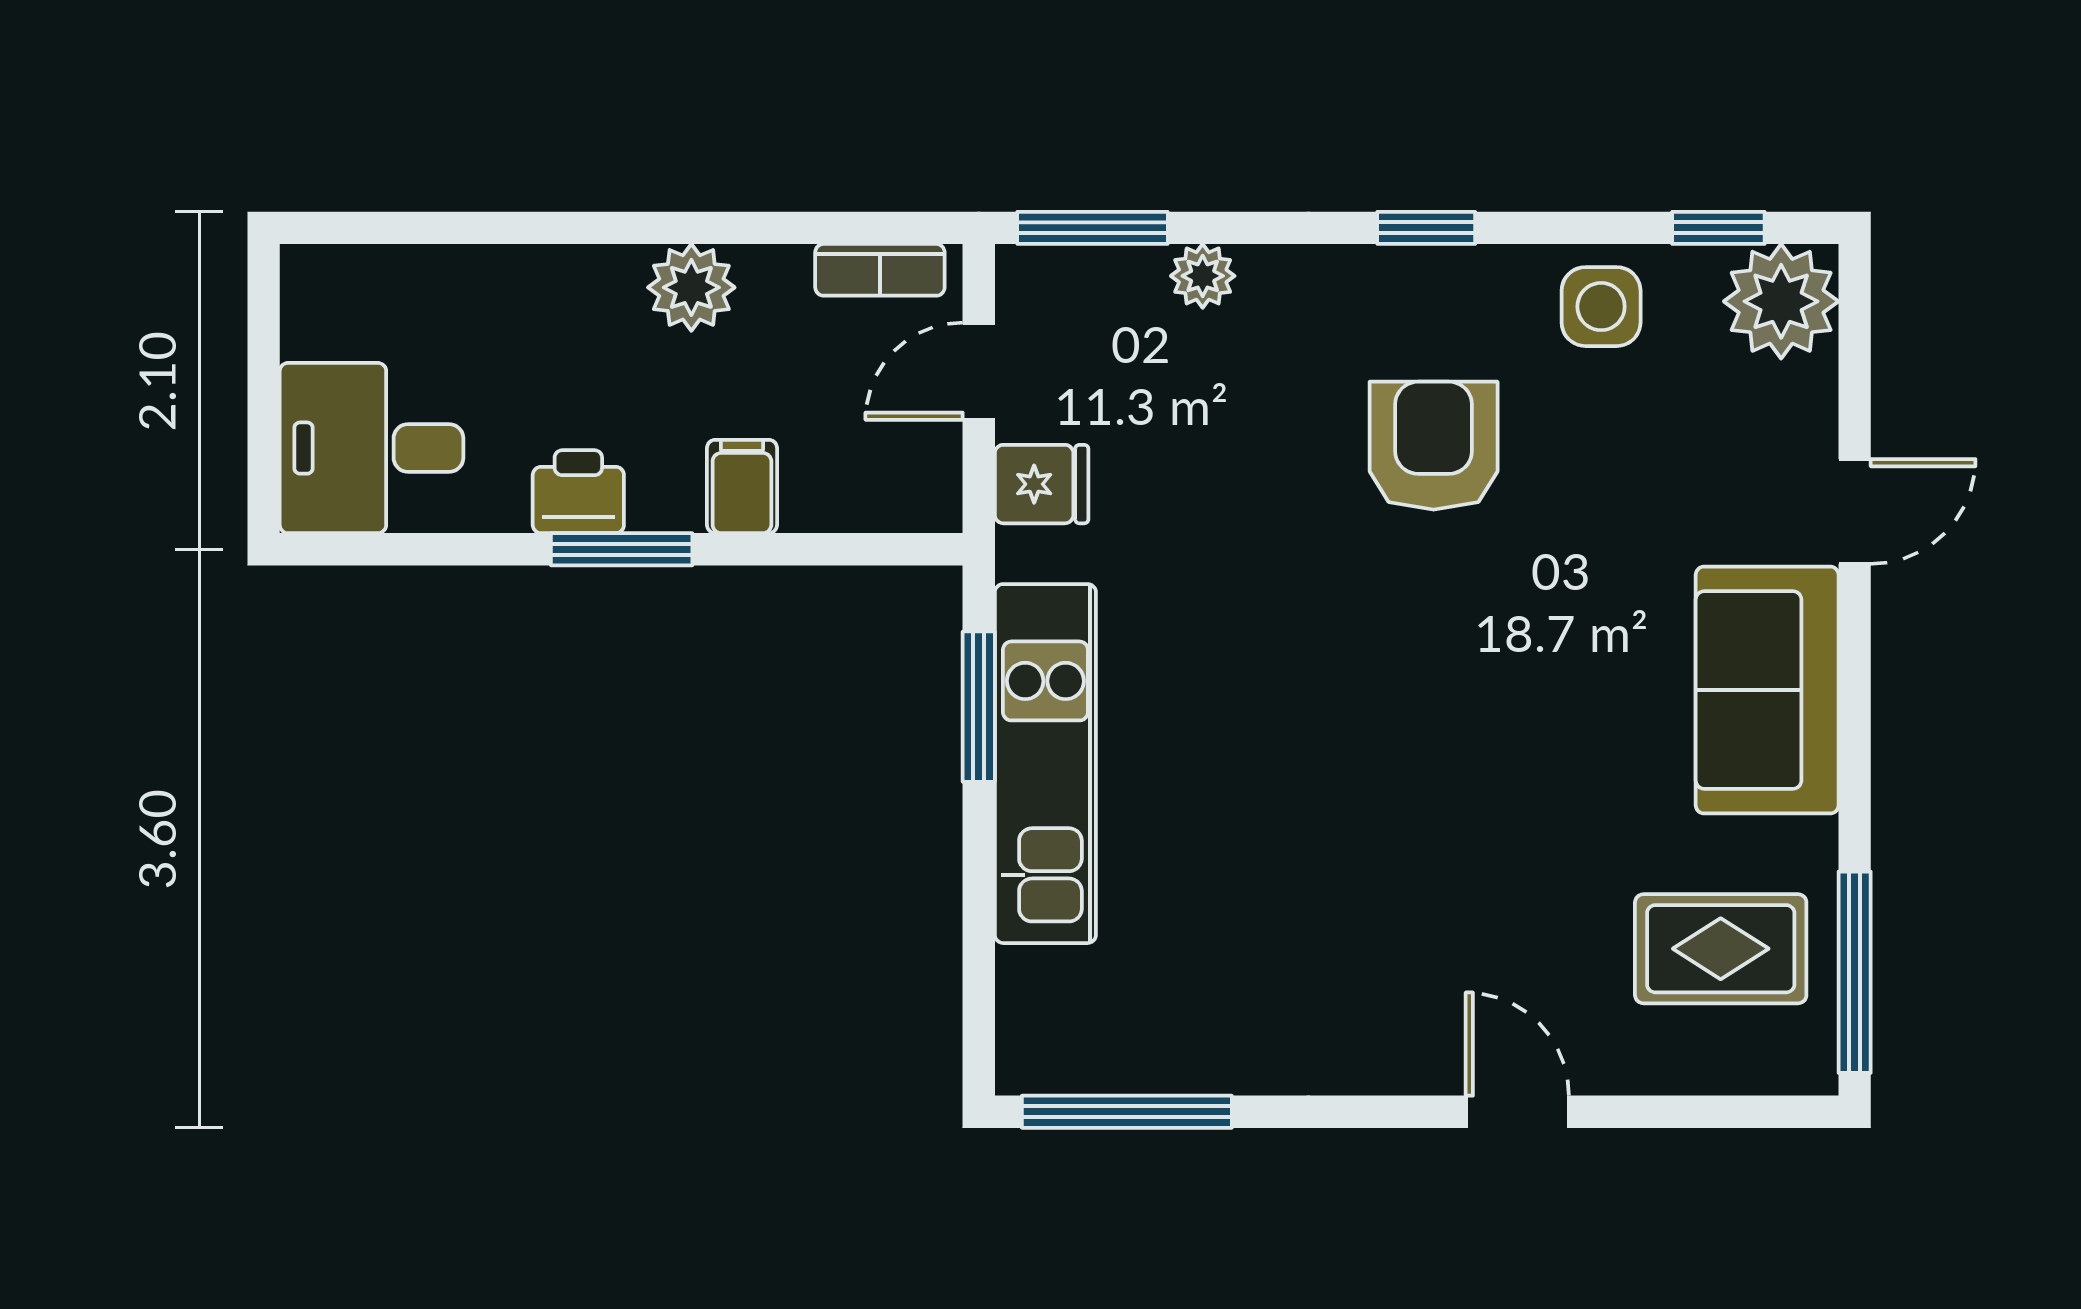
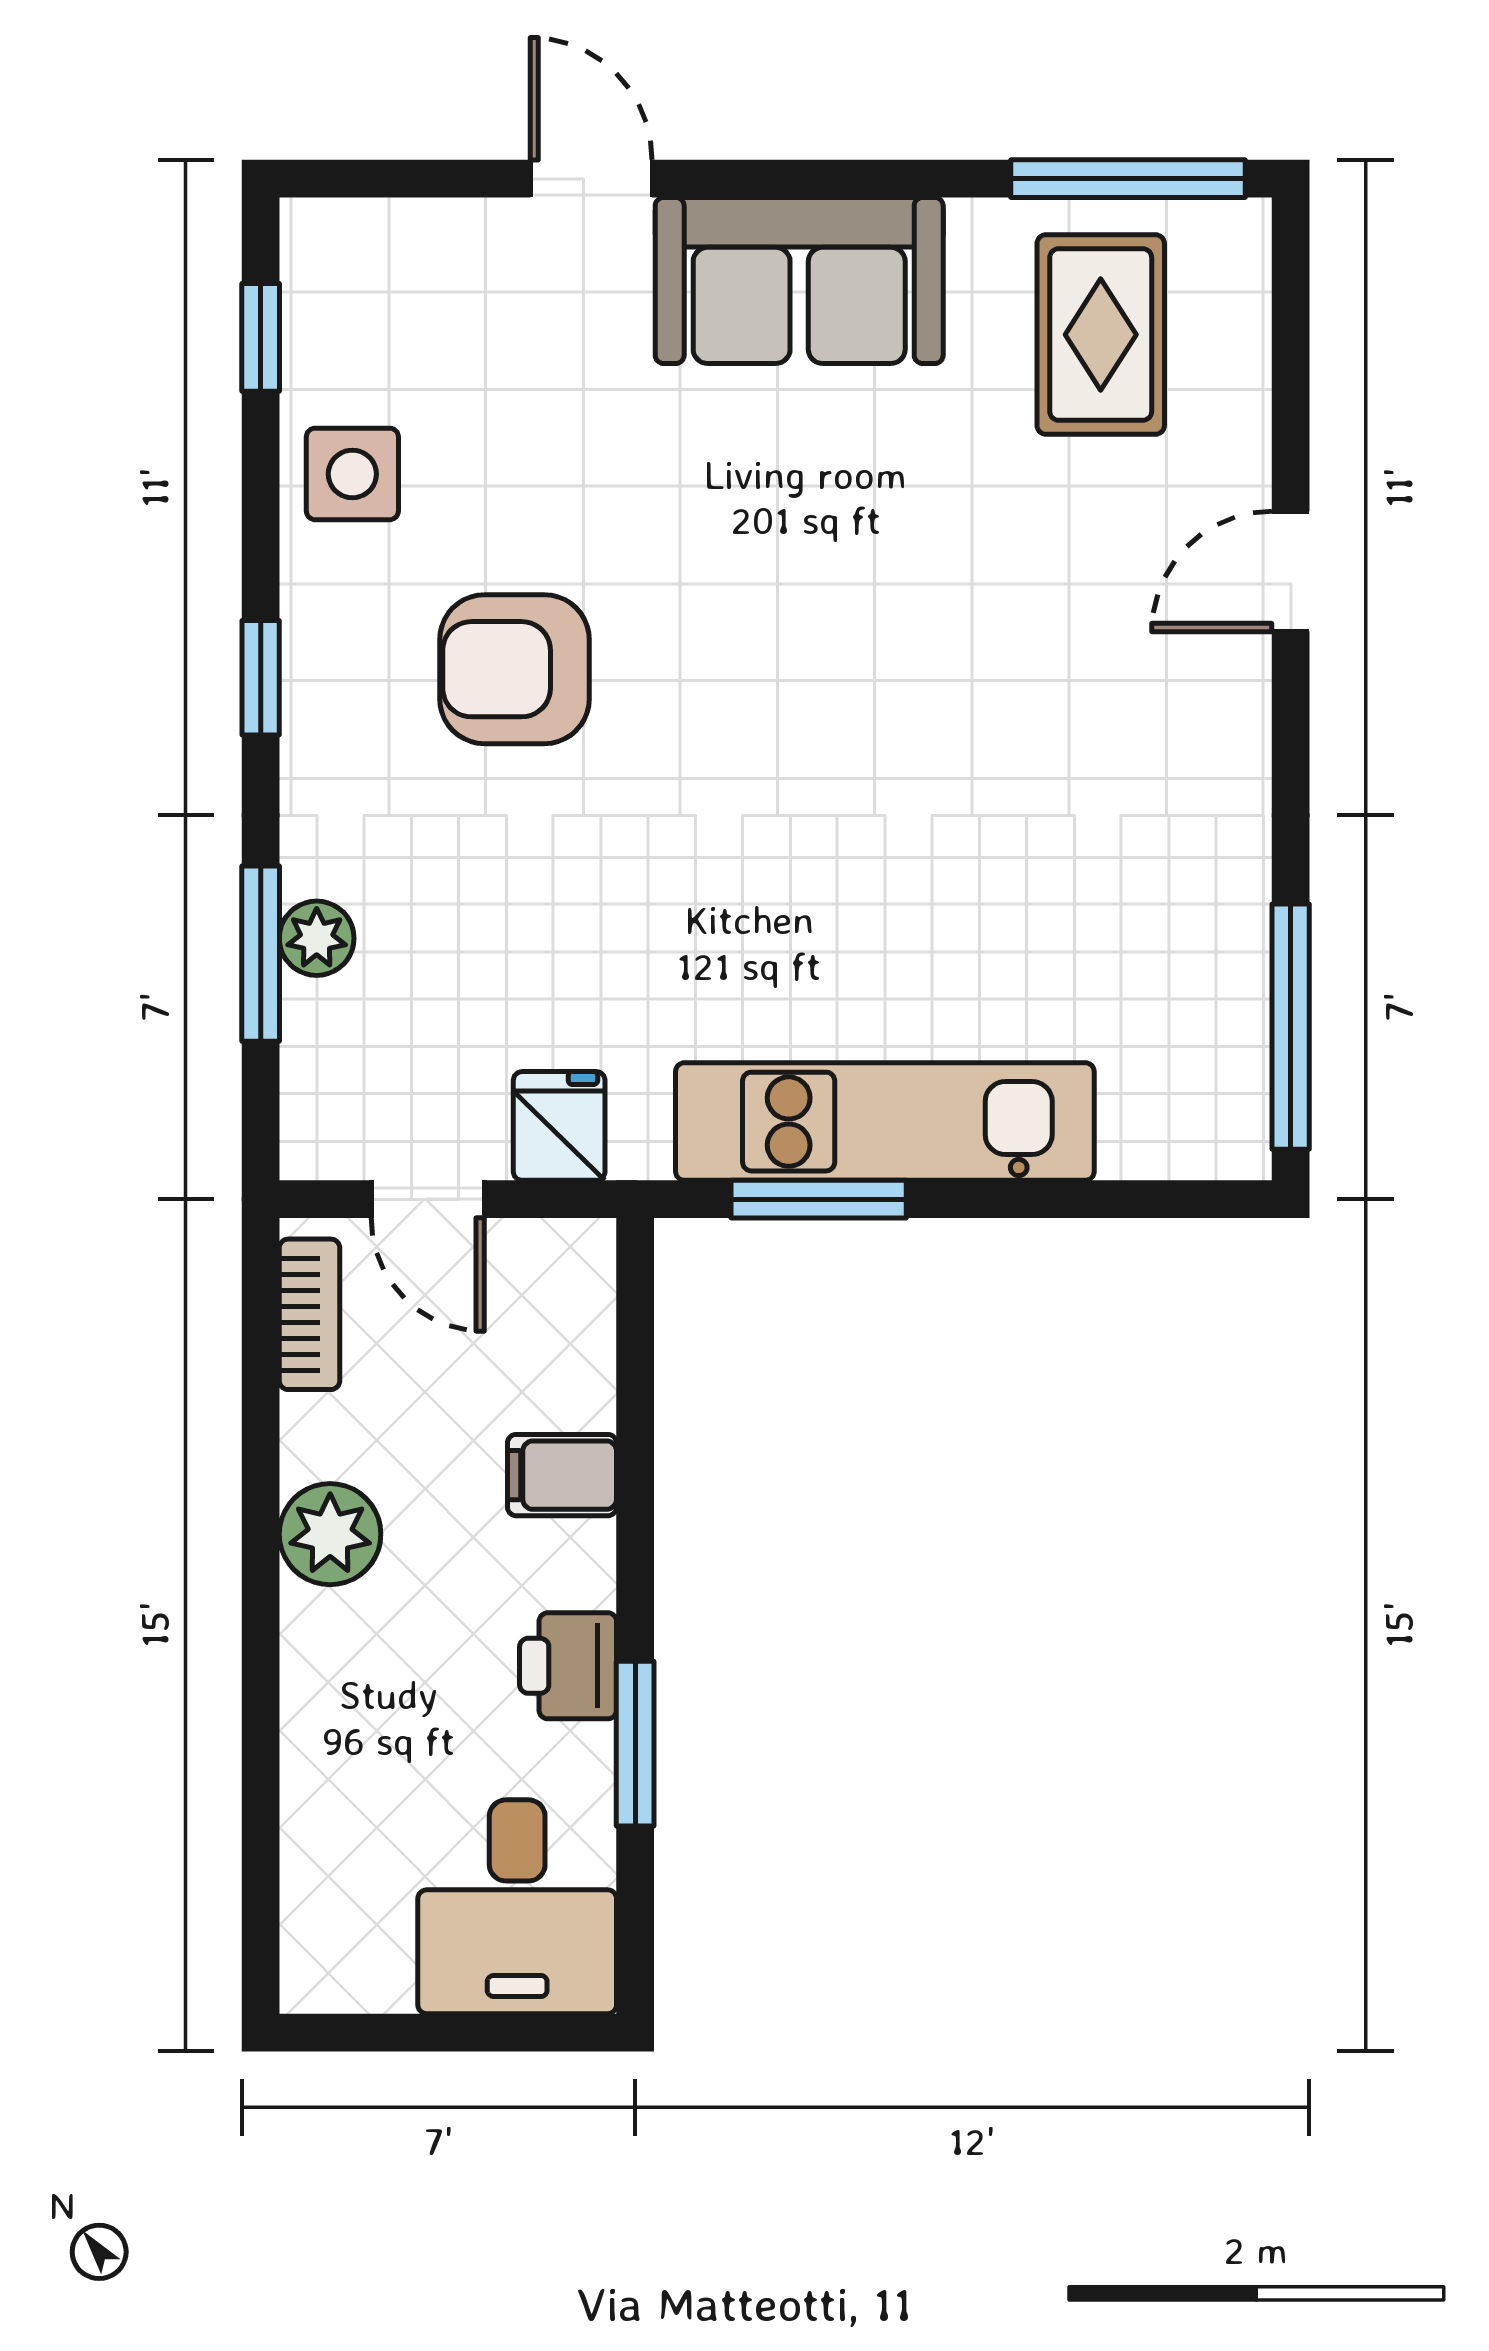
window: (1093, 228) -> (261, 954), moved
plant: (1781, 301) -> (346, 264), removed
window: (622, 549) -> (635, 1744), moved

